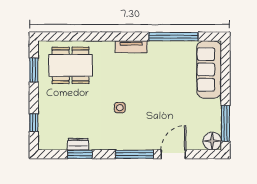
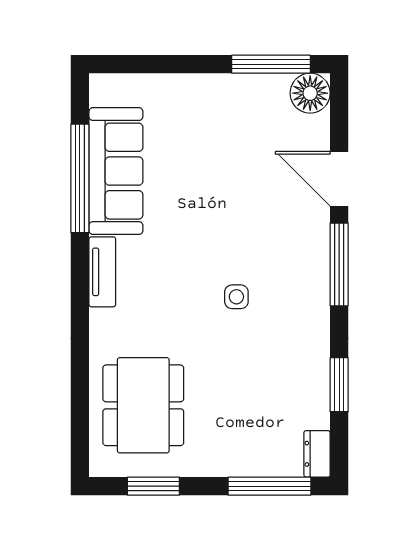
sofa: (209, 69) -> (116, 171), moved, turned -90
window: (34, 123) -> (269, 486), width x2.17
dresser: (78, 144) -> (317, 454), moved

